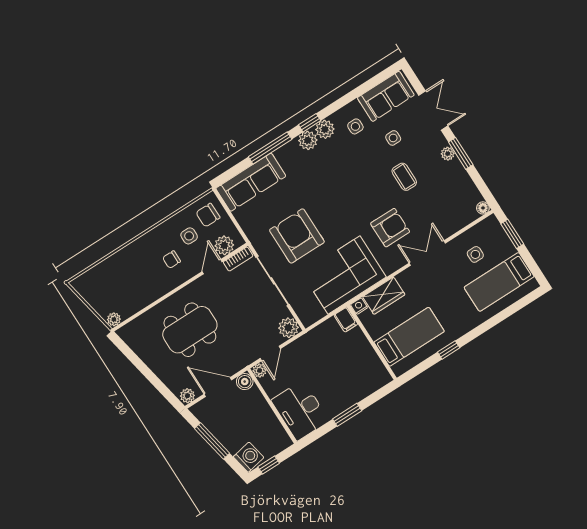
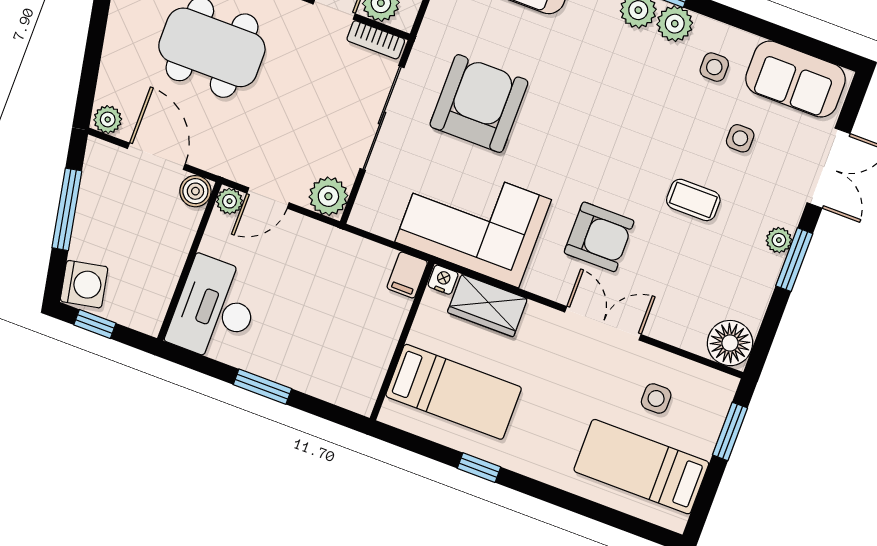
coffee table: (404, 177) -> (693, 200), turned 90
floor lamp: (483, 208) -> (730, 343), width x1.89, depth x1.89

